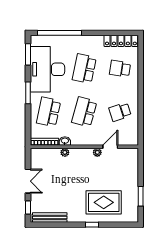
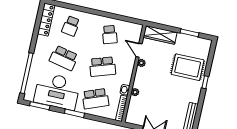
school desk: (49, 112) -> (95, 99), turned -33
school desk: (84, 112) -> (103, 67), turned -33
wardrobe: (132, 166) -> (160, 35), added
rug: (104, 202) -> (188, 67), turned 90

